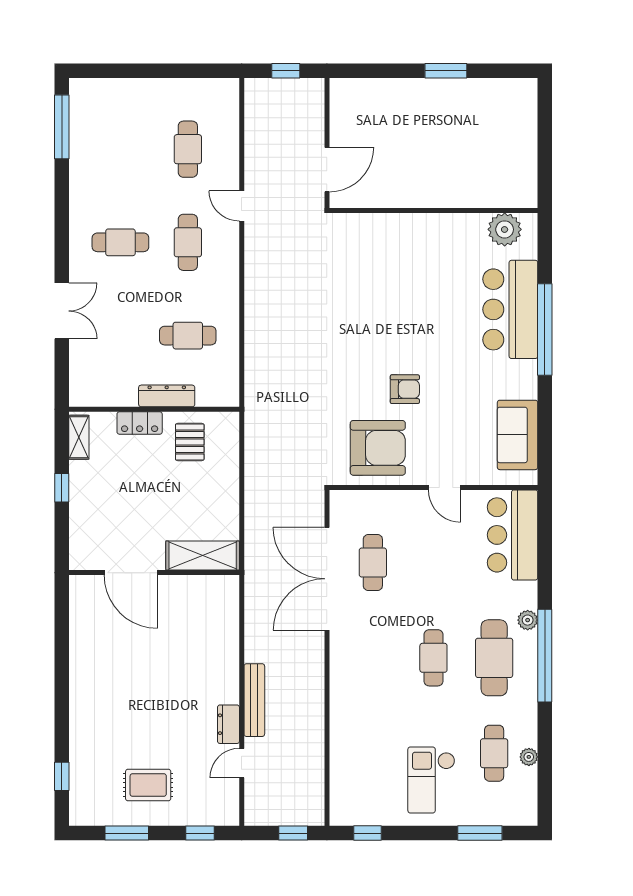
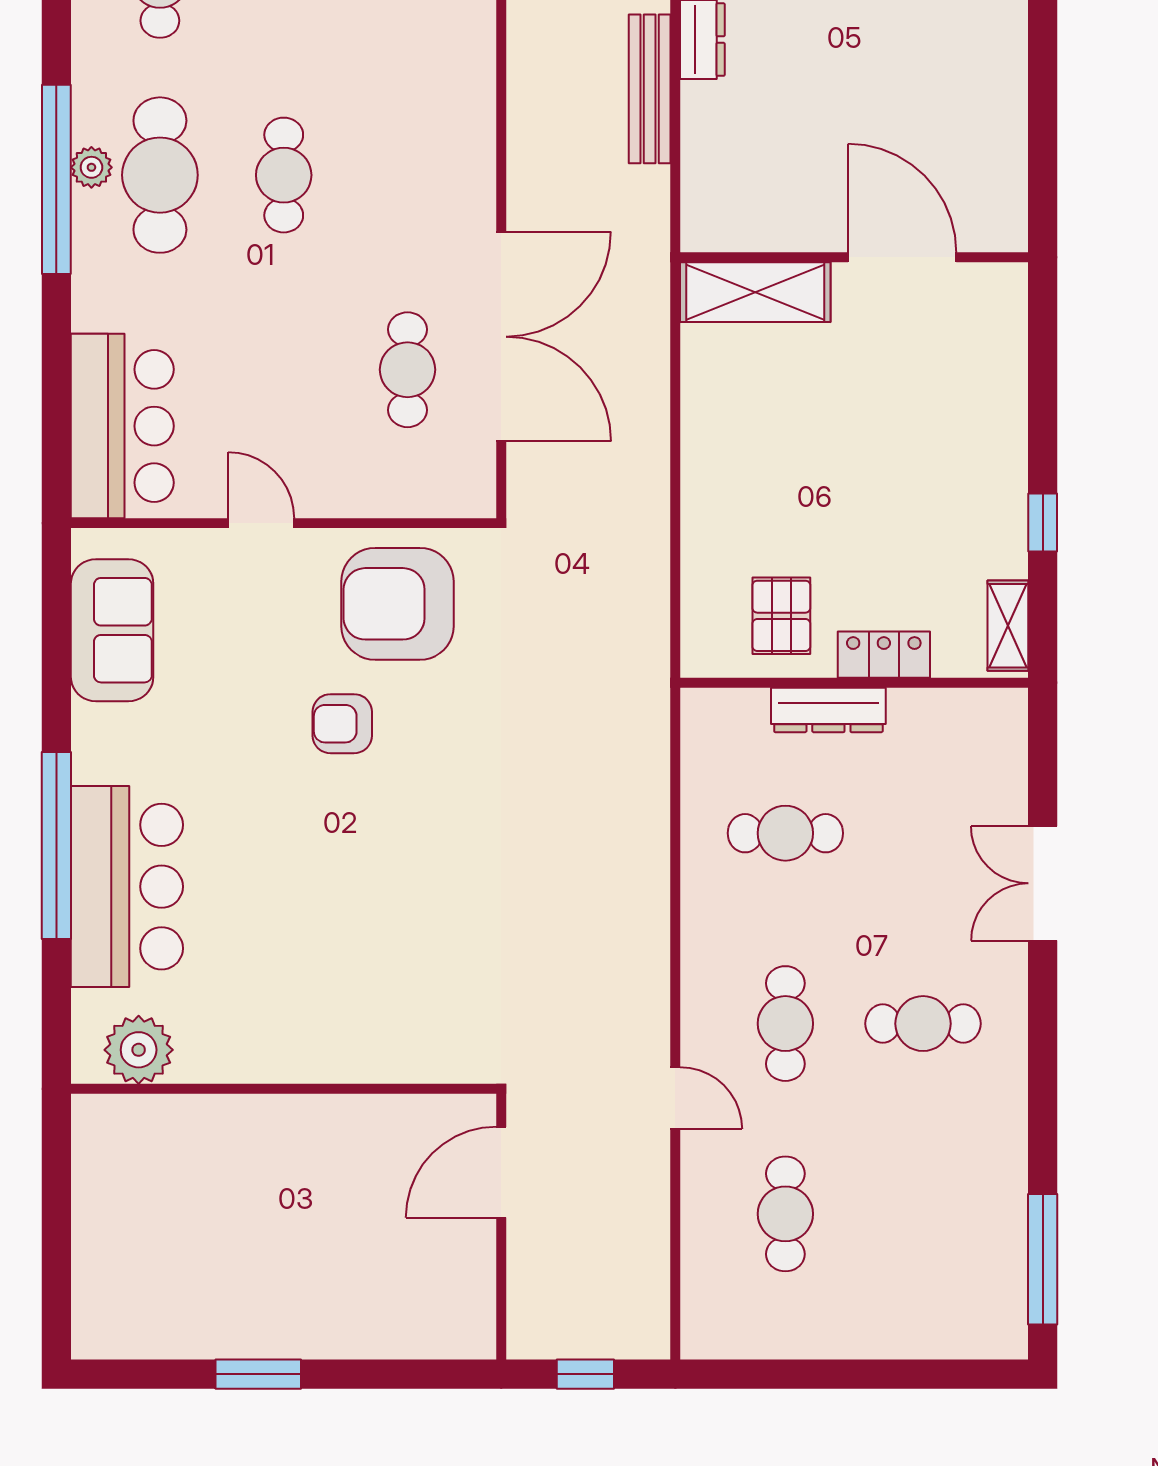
shelving: (203, 556) -> (755, 292), moved
door: (131, 573) -> (902, 257), moved
wall: (154, 573) -> (854, 257), moved
plant: (528, 620) -> (91, 167), moved

